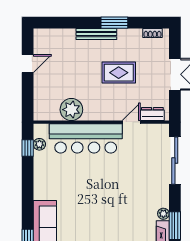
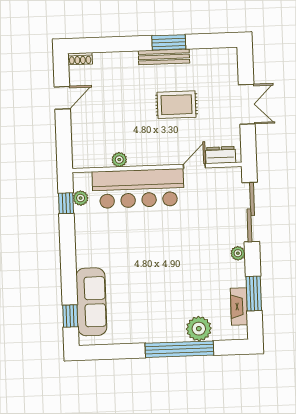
shoe rack: (153, 33) -> (80, 59), moved
bench: (96, 34) -> (164, 57), moved
plant: (71, 110) -> (119, 160), width x0.53, depth x0.53
plant: (163, 214) -> (238, 253), moved

